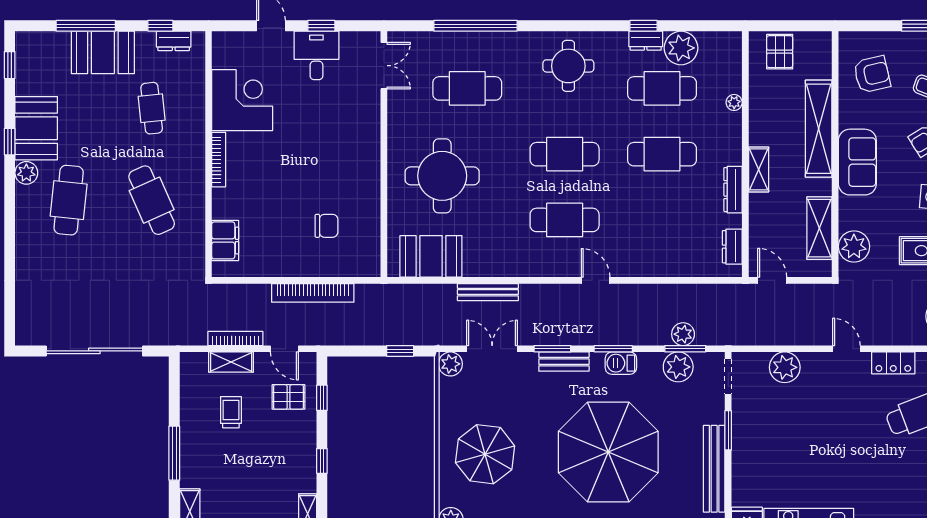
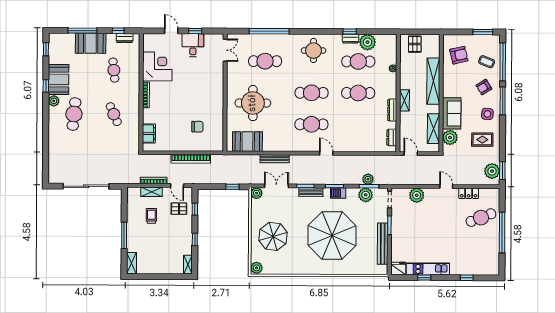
sofa: (857, 162) -> (452, 113), moved
cafe table: (152, 200) -> (114, 114), width x0.73, depth x0.74

